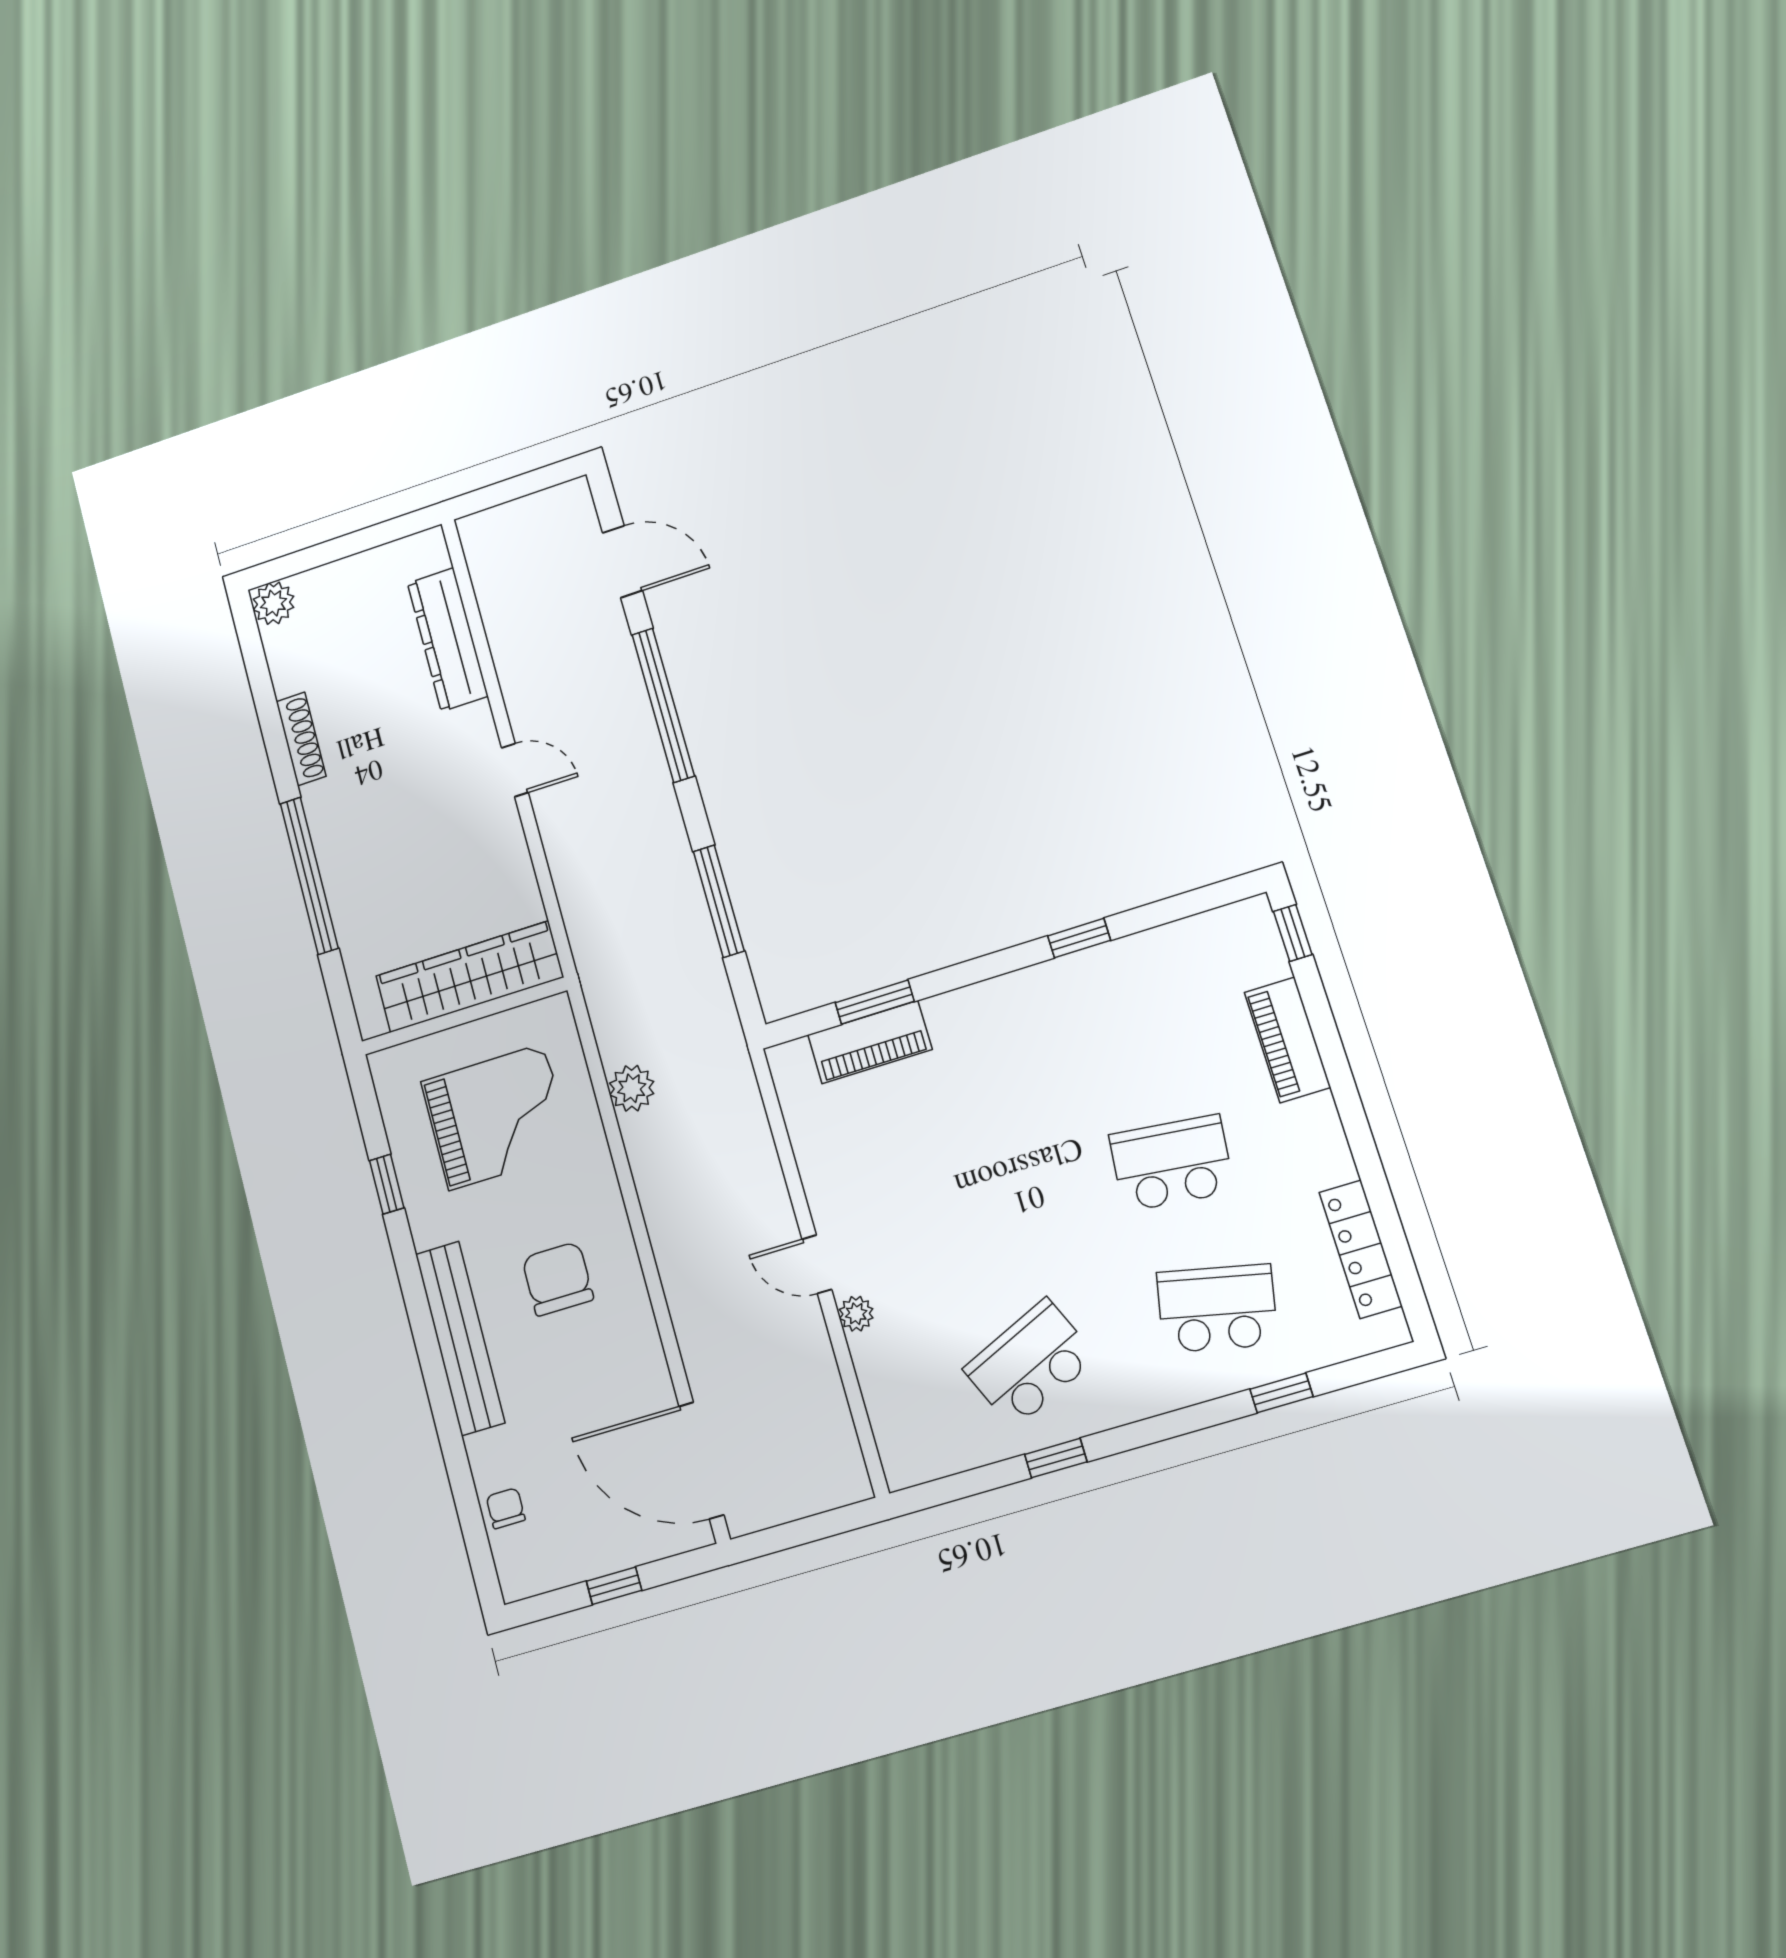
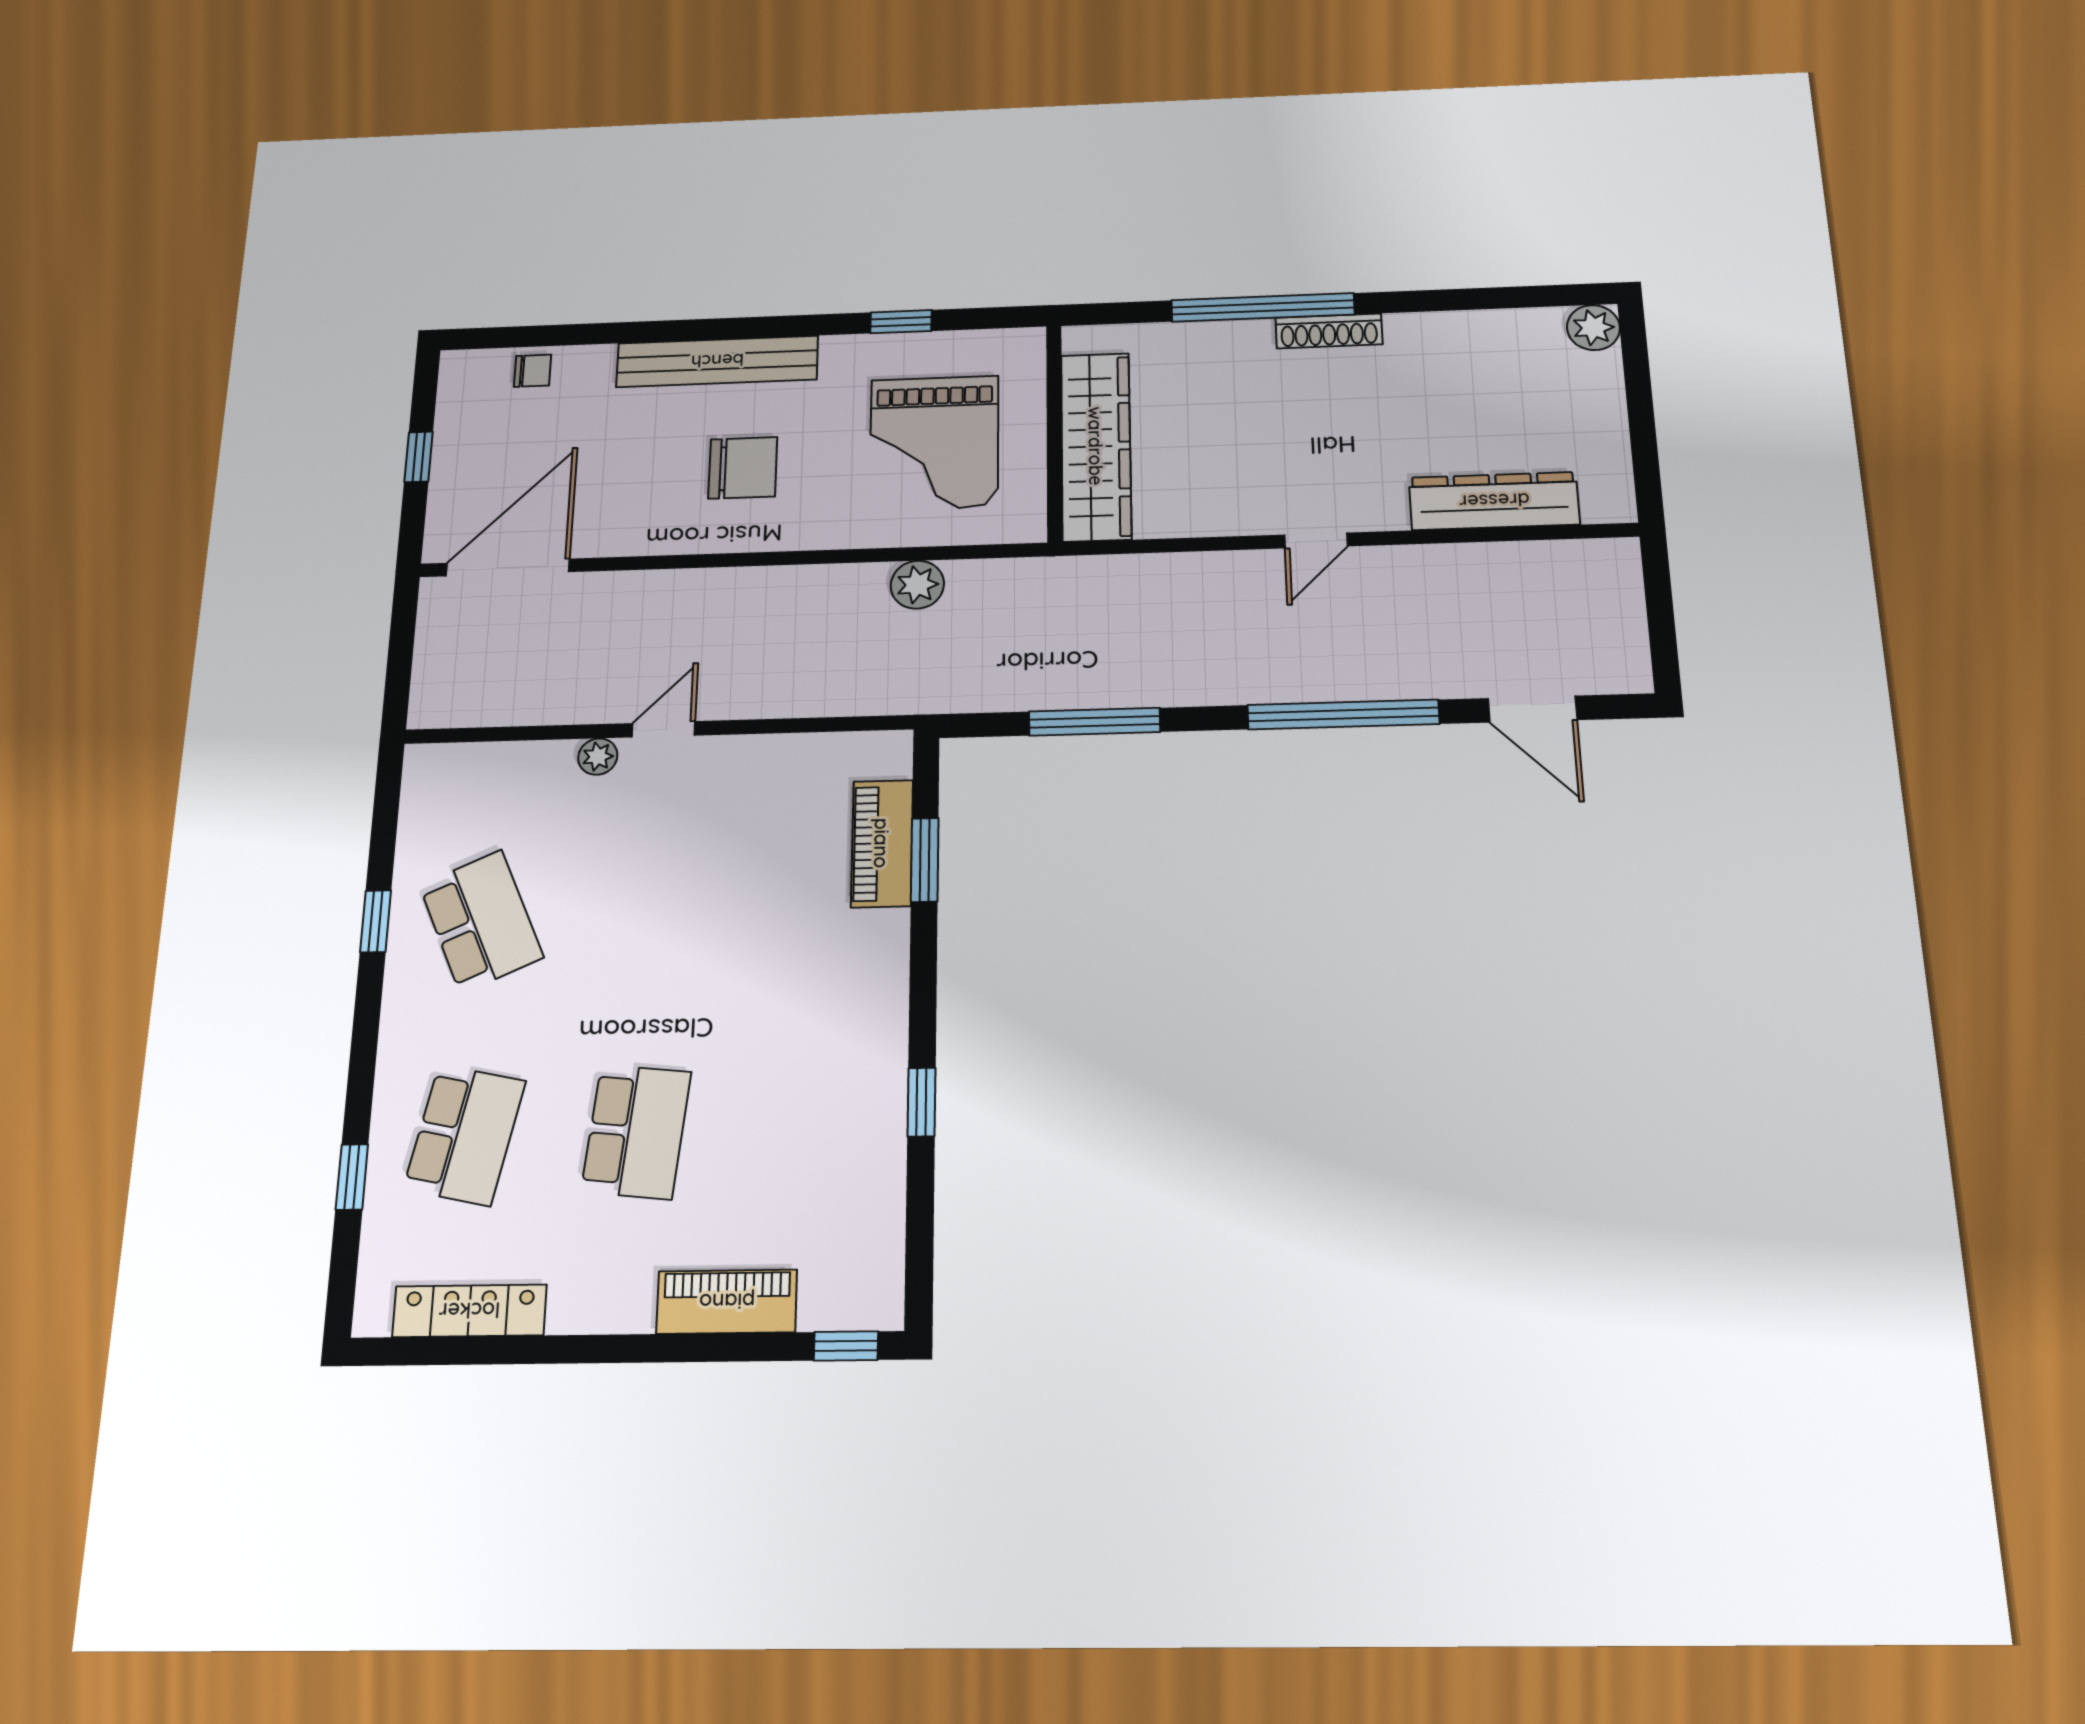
door: (622, 562) -> (1532, 709), hinge flipped
shoe rack: (301, 739) -> (1329, 331), moved

